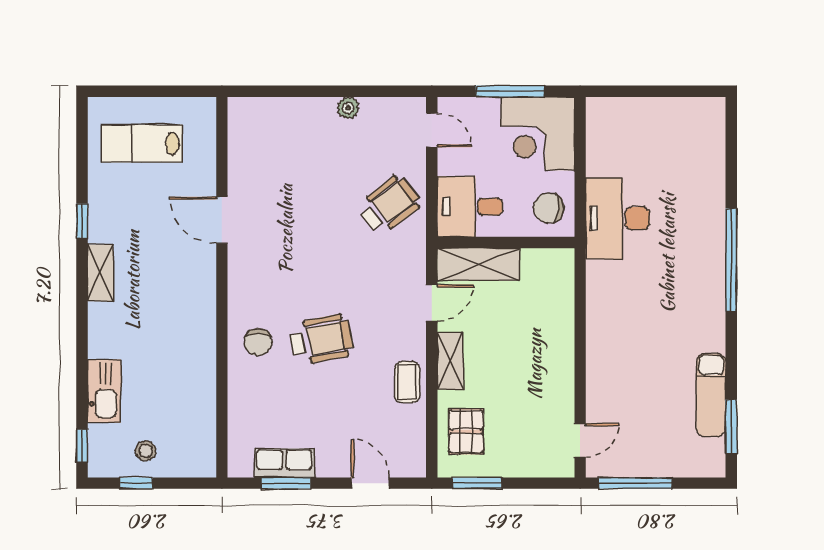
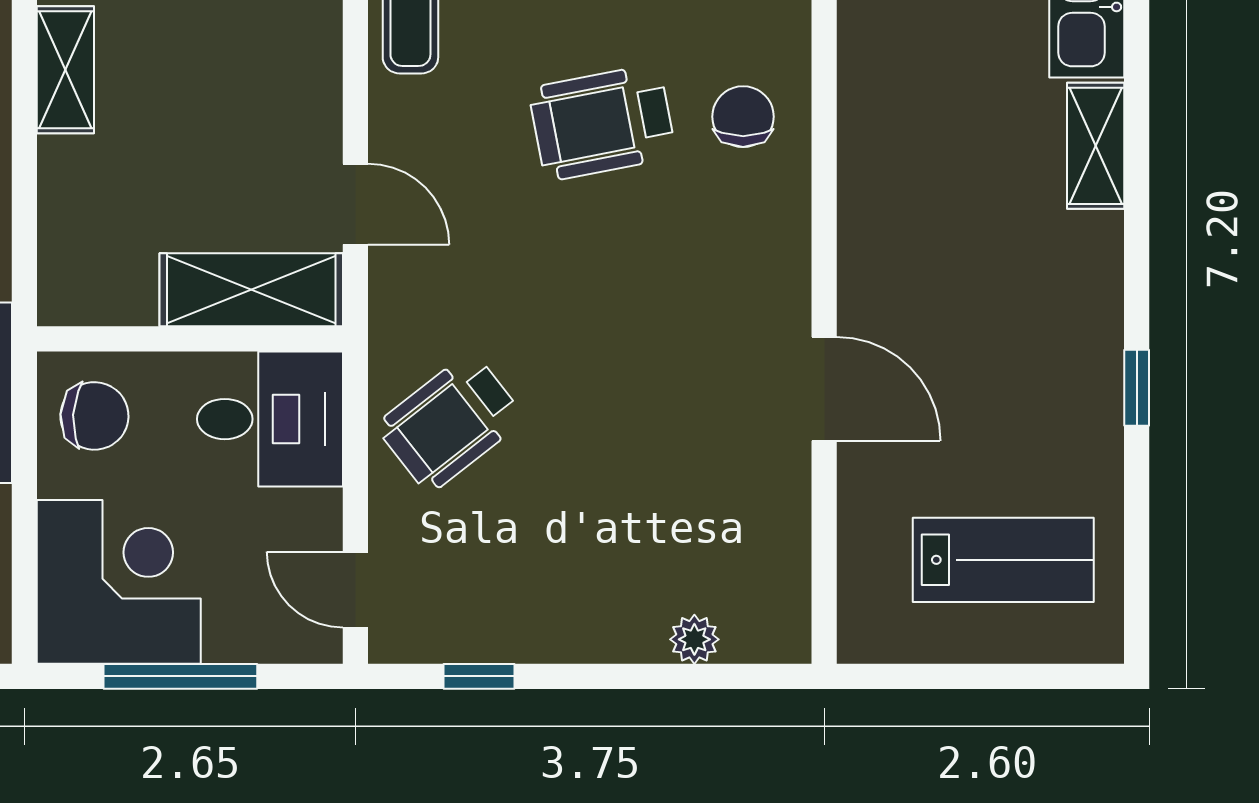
window: (376, 91) -> (479, 676), added
plant: (348, 108) -> (694, 639), moved
shelving: (100, 273) -> (1096, 146), moved
door: (432, 303) -> (355, 204), swing flipped
shelving: (450, 361) -> (65, 70), moved

